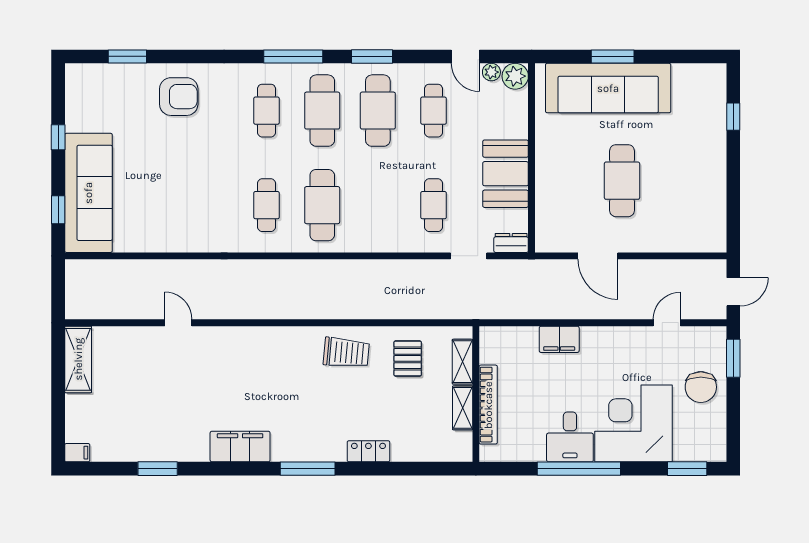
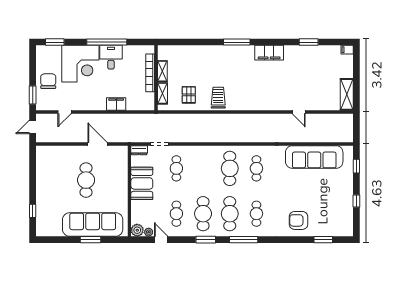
sofa: (88, 193) -> (314, 157), moved, turned -90
trolley: (346, 353) -> (218, 98), turned 85
locker: (368, 451) -> (208, 50), removed

